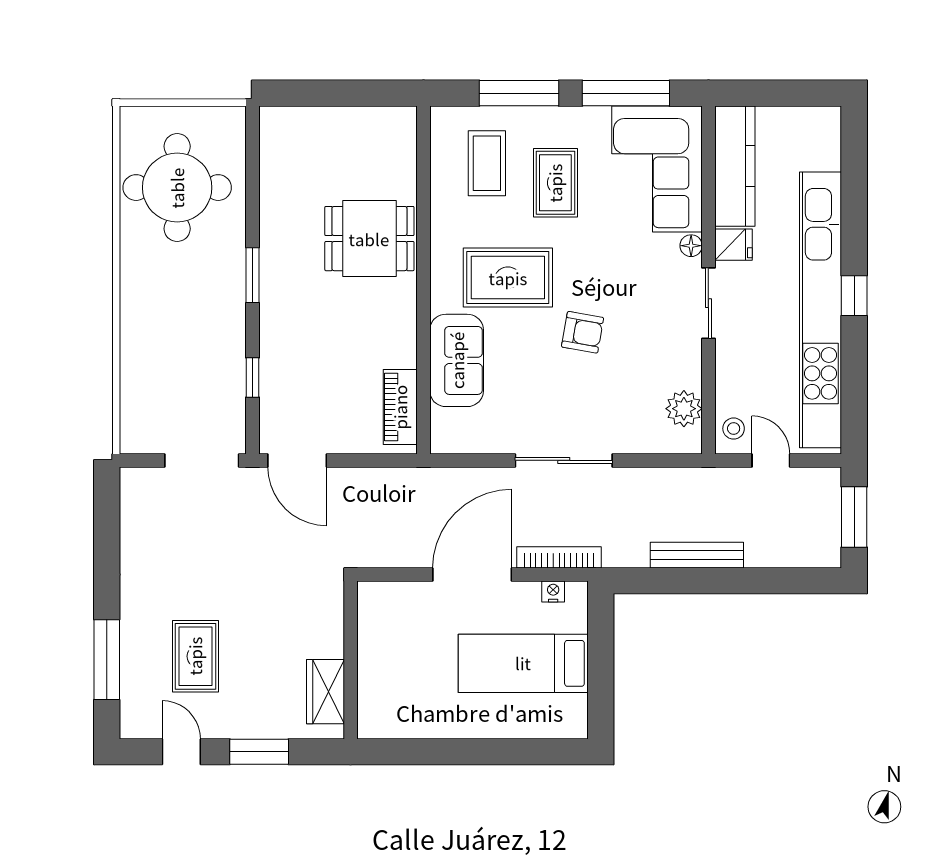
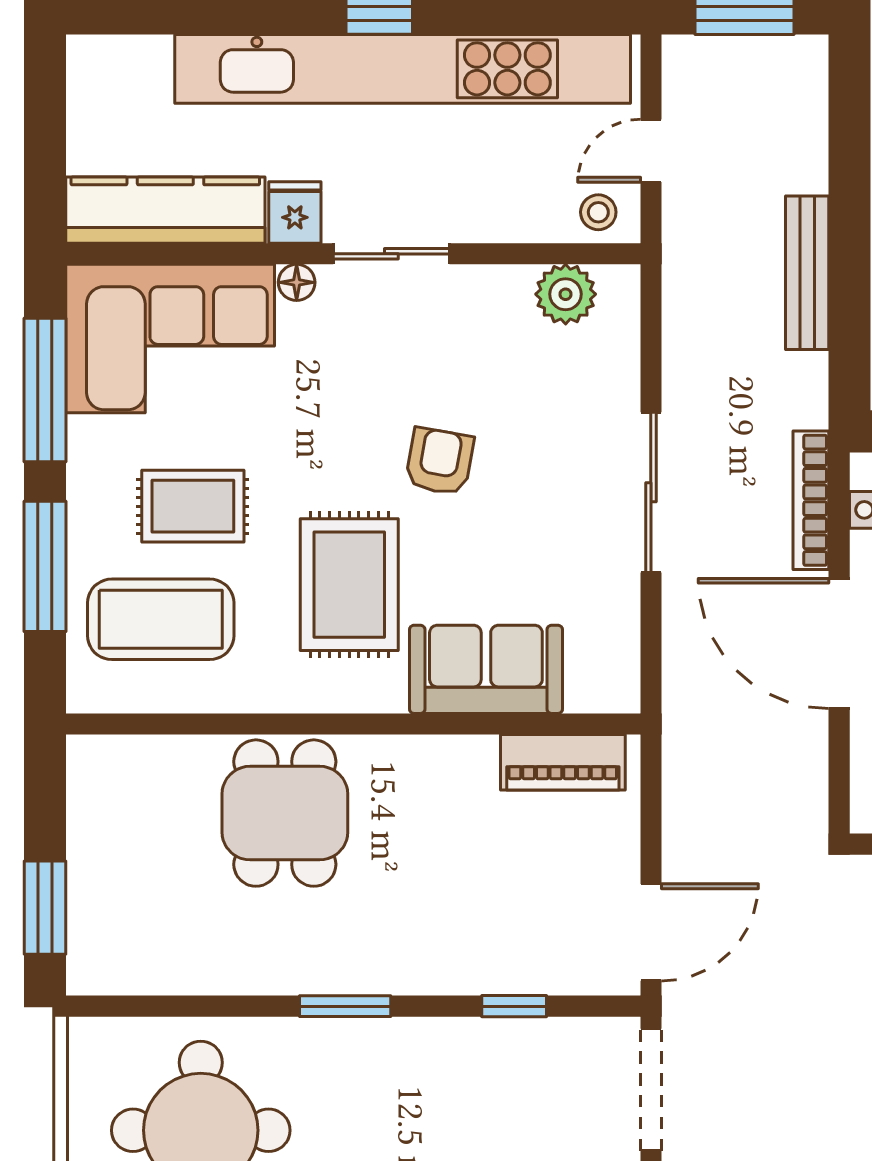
window: (312, 93) -> (45, 908), added
coffee table: (487, 163) -> (161, 619), width x1.36, depth x1.32

